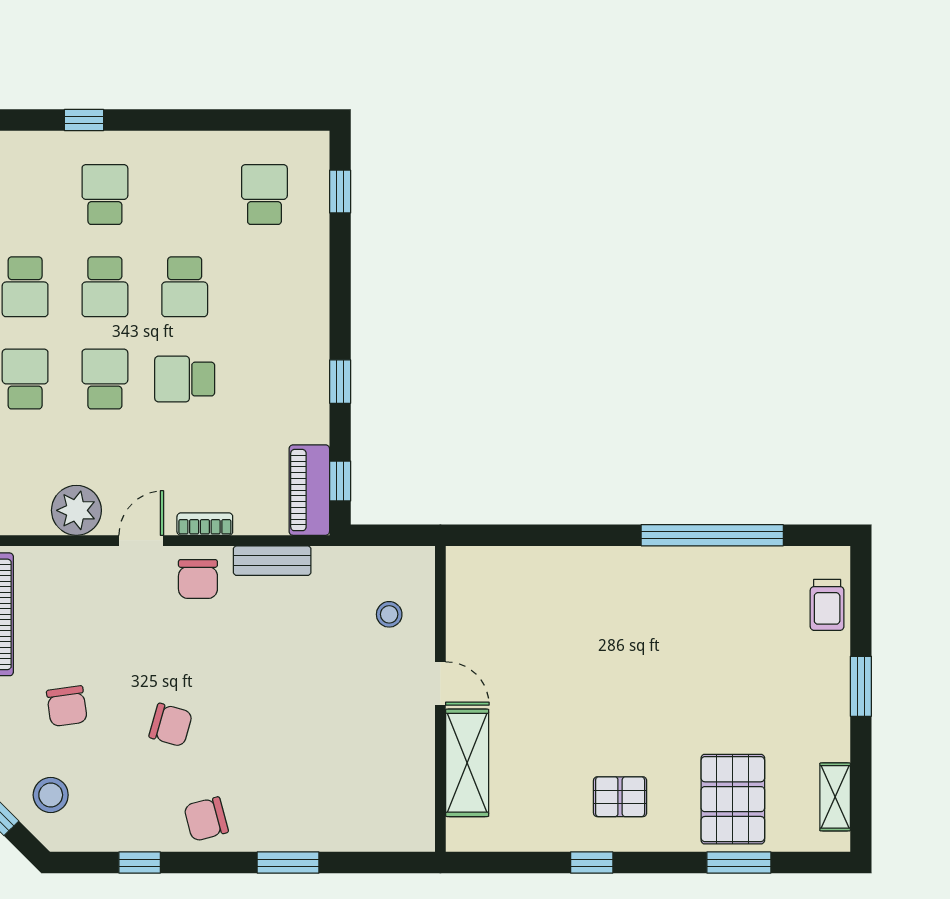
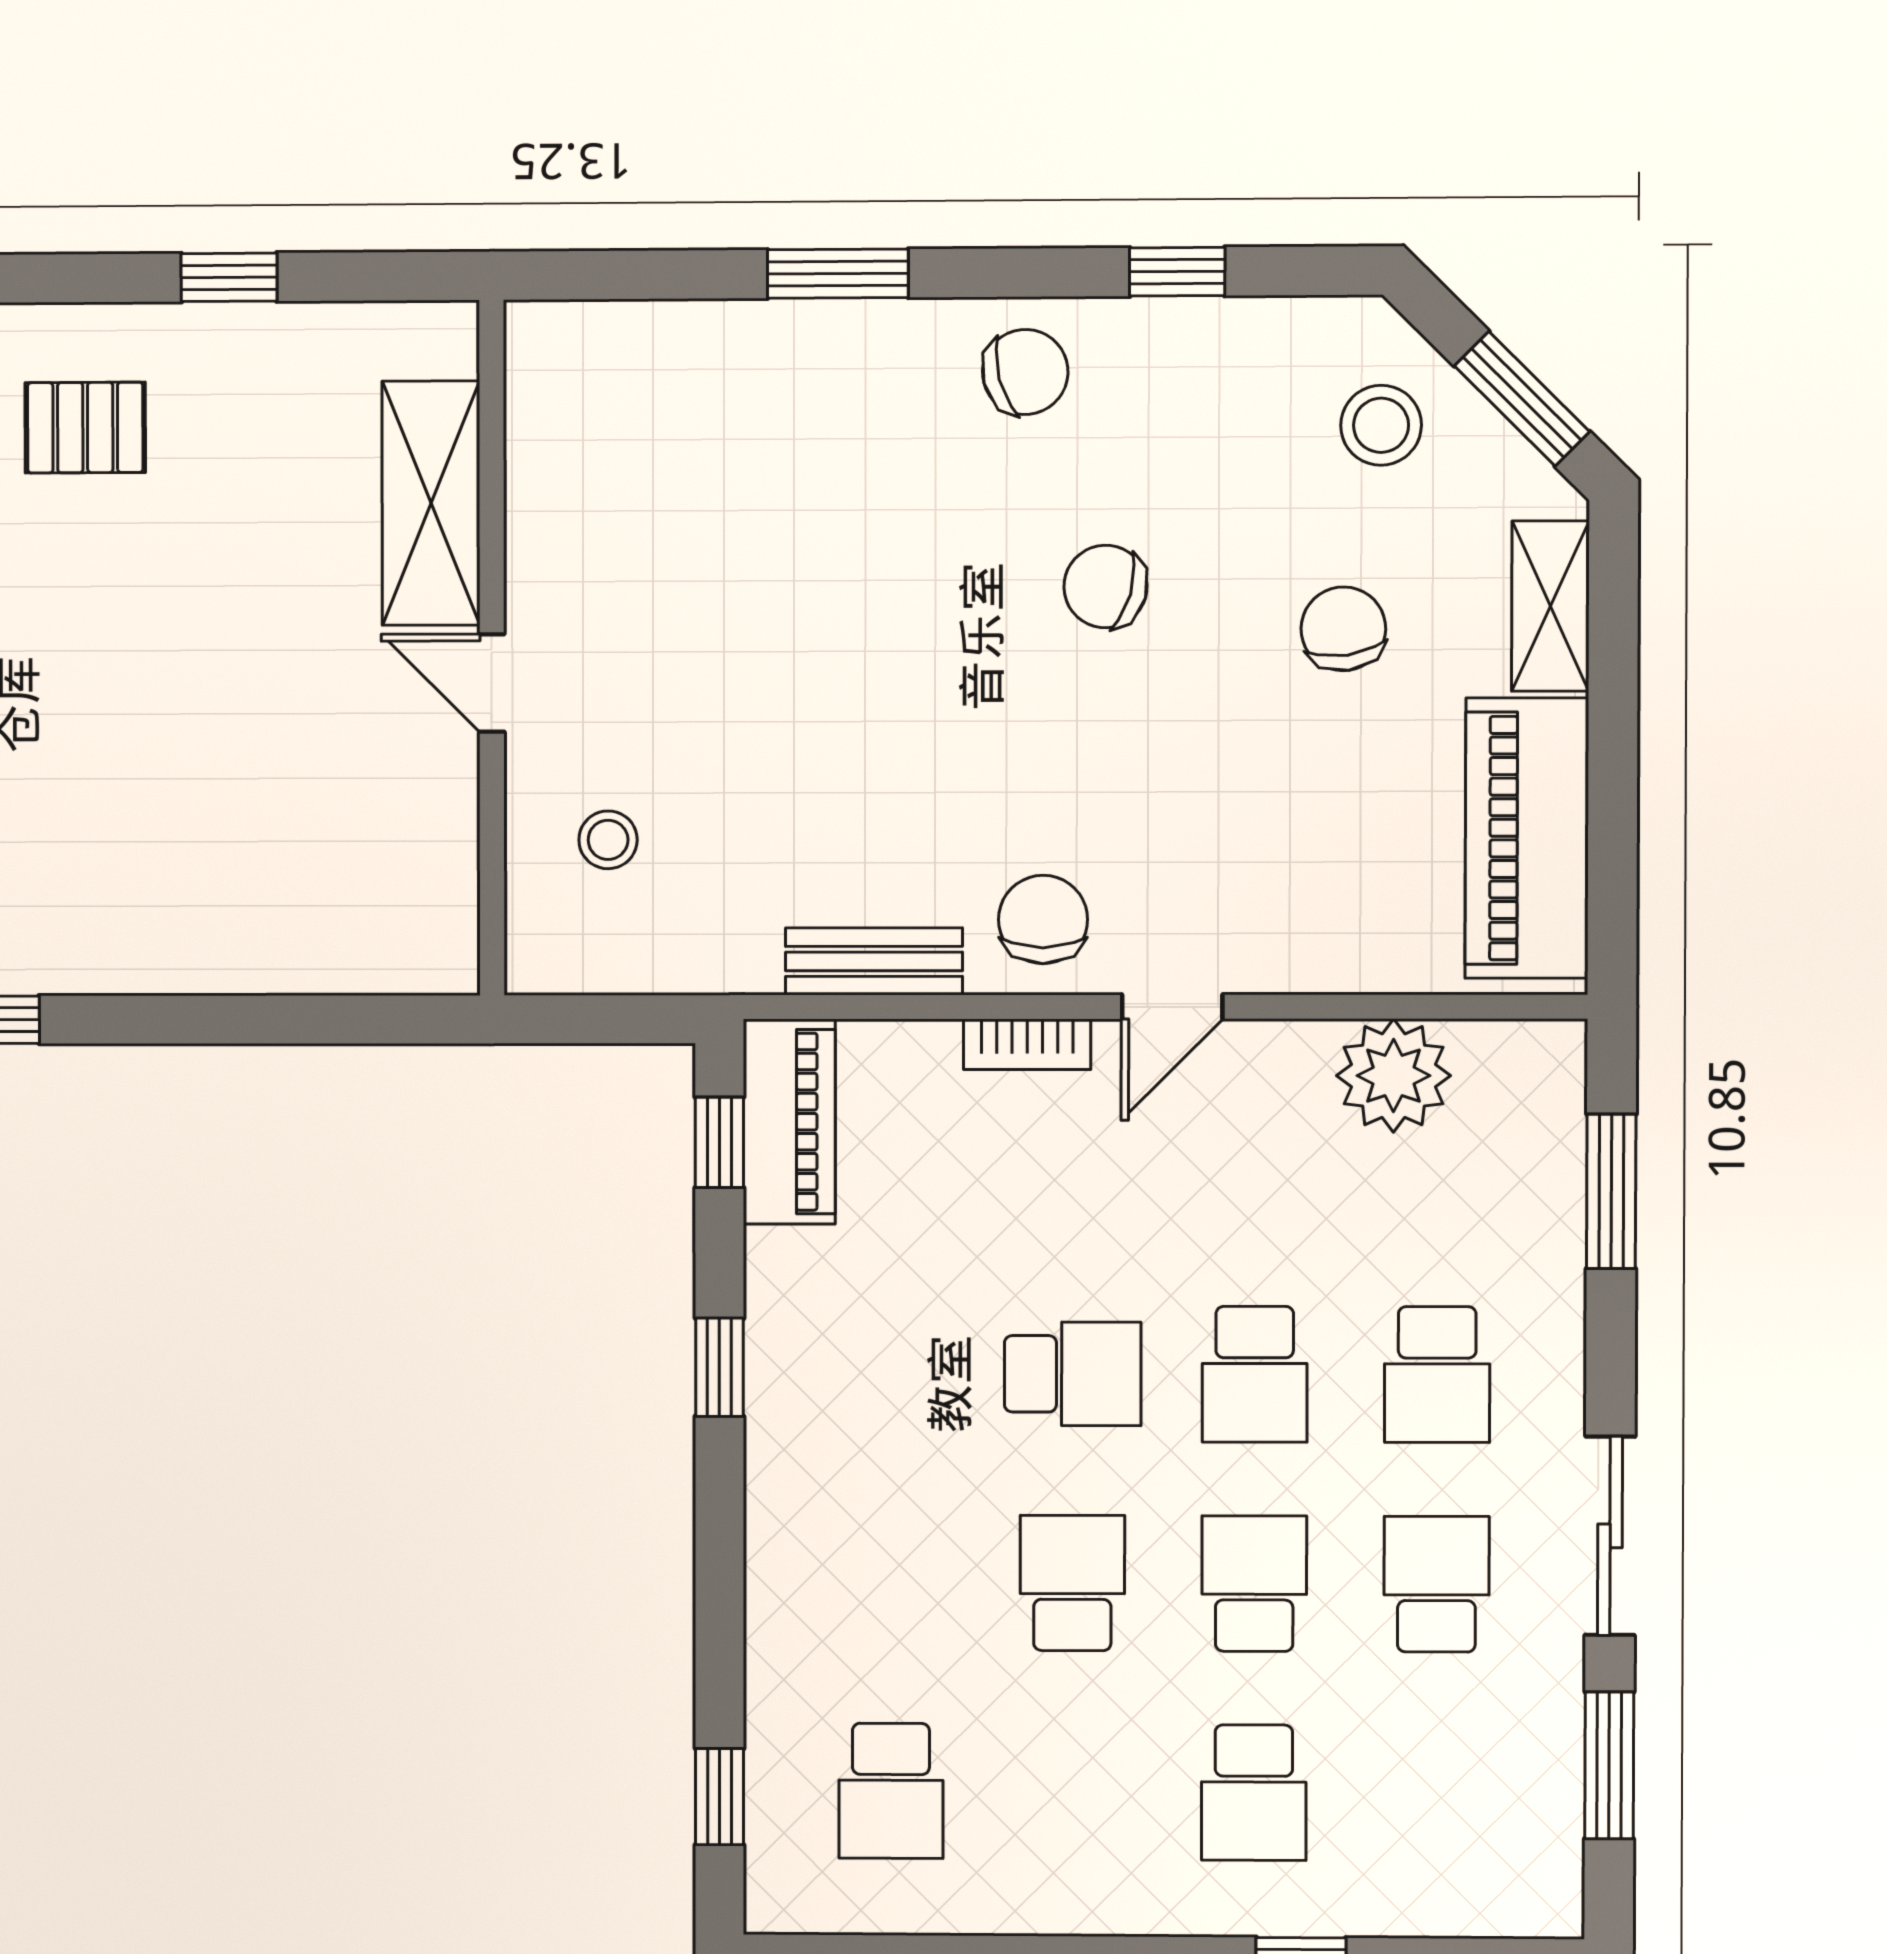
plant: (76, 510) -> (1394, 1076), moved
window: (592, 863) -> (229, 277), moved

